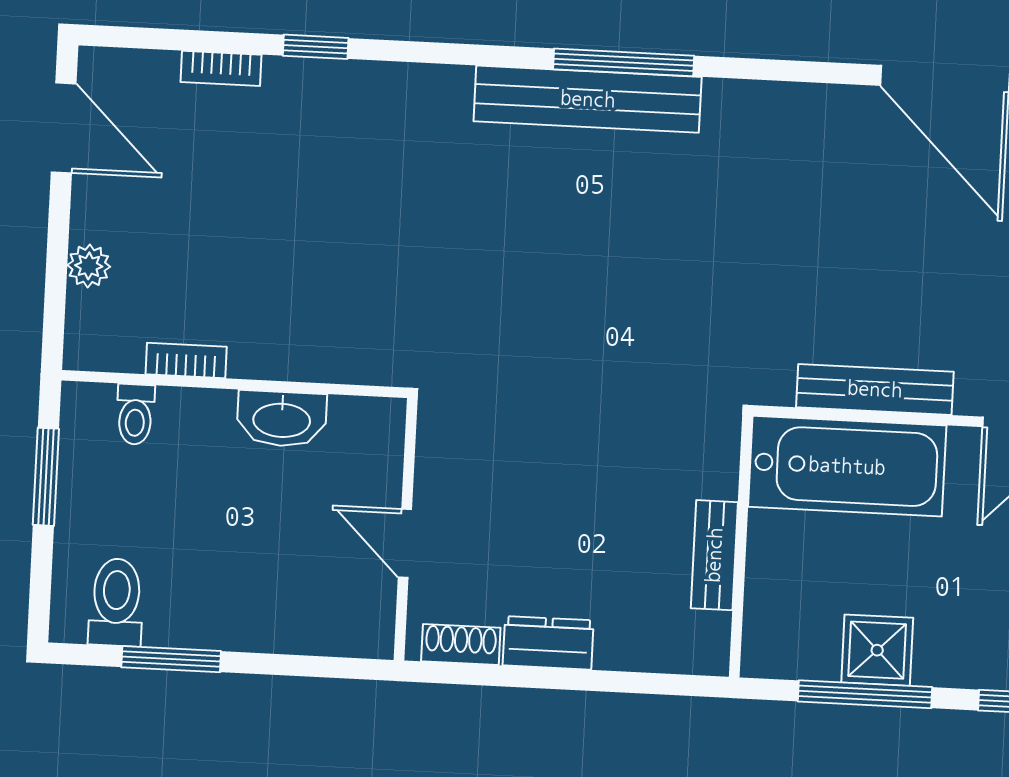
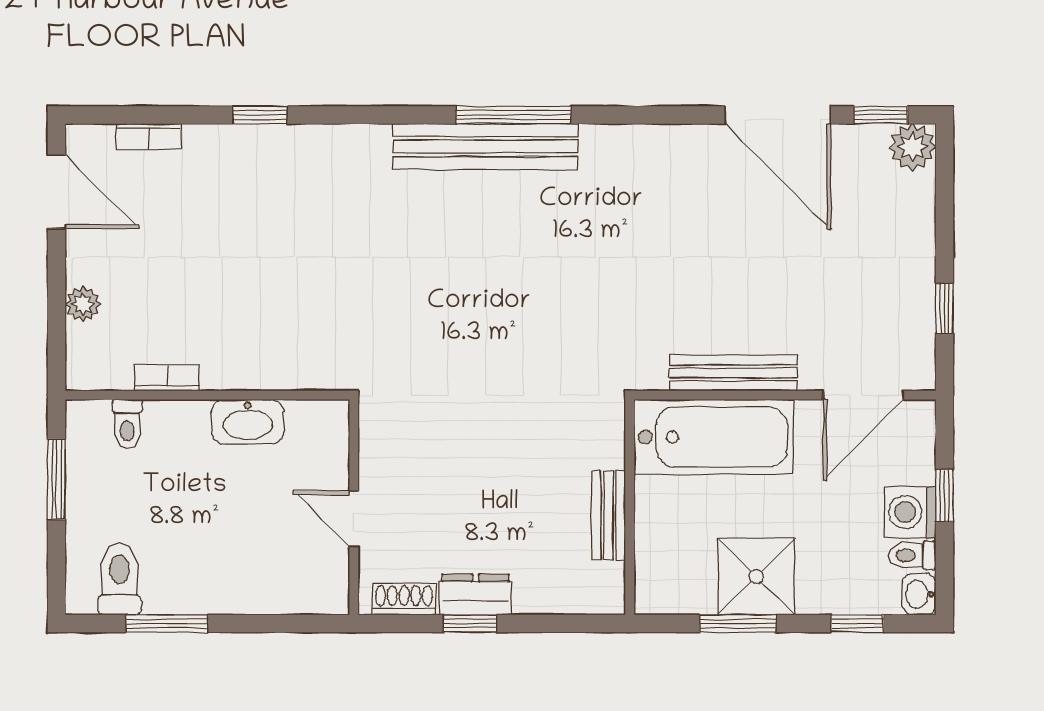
bookcase: (221, 68) -> (149, 137), moved
shower: (877, 650) -> (756, 577), width x1.36, depth x1.36
window: (540, 678) -> (470, 624), added
window: (865, 694) -> (738, 624), width x0.69

